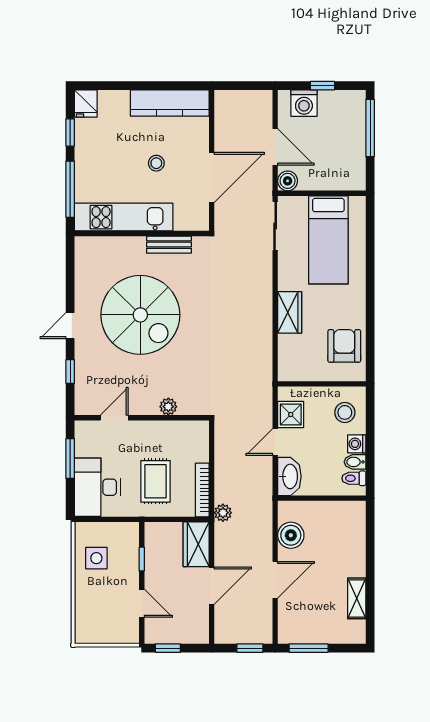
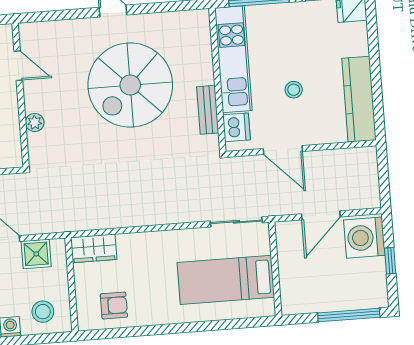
washing machine: (304, 103) -> (364, 238), width x1.37, depth x1.37
door: (212, 178) -> (283, 150), width x0.73
boiler: (288, 181) -> (286, 231), removed
dishwasher: (187, 219) -> (237, 127), added
wardrobe: (290, 312) -> (94, 248), moved
armchair: (344, 346) -> (114, 305), width x0.72, depth x0.72
window: (70, 372) -> (64, 15), removed

